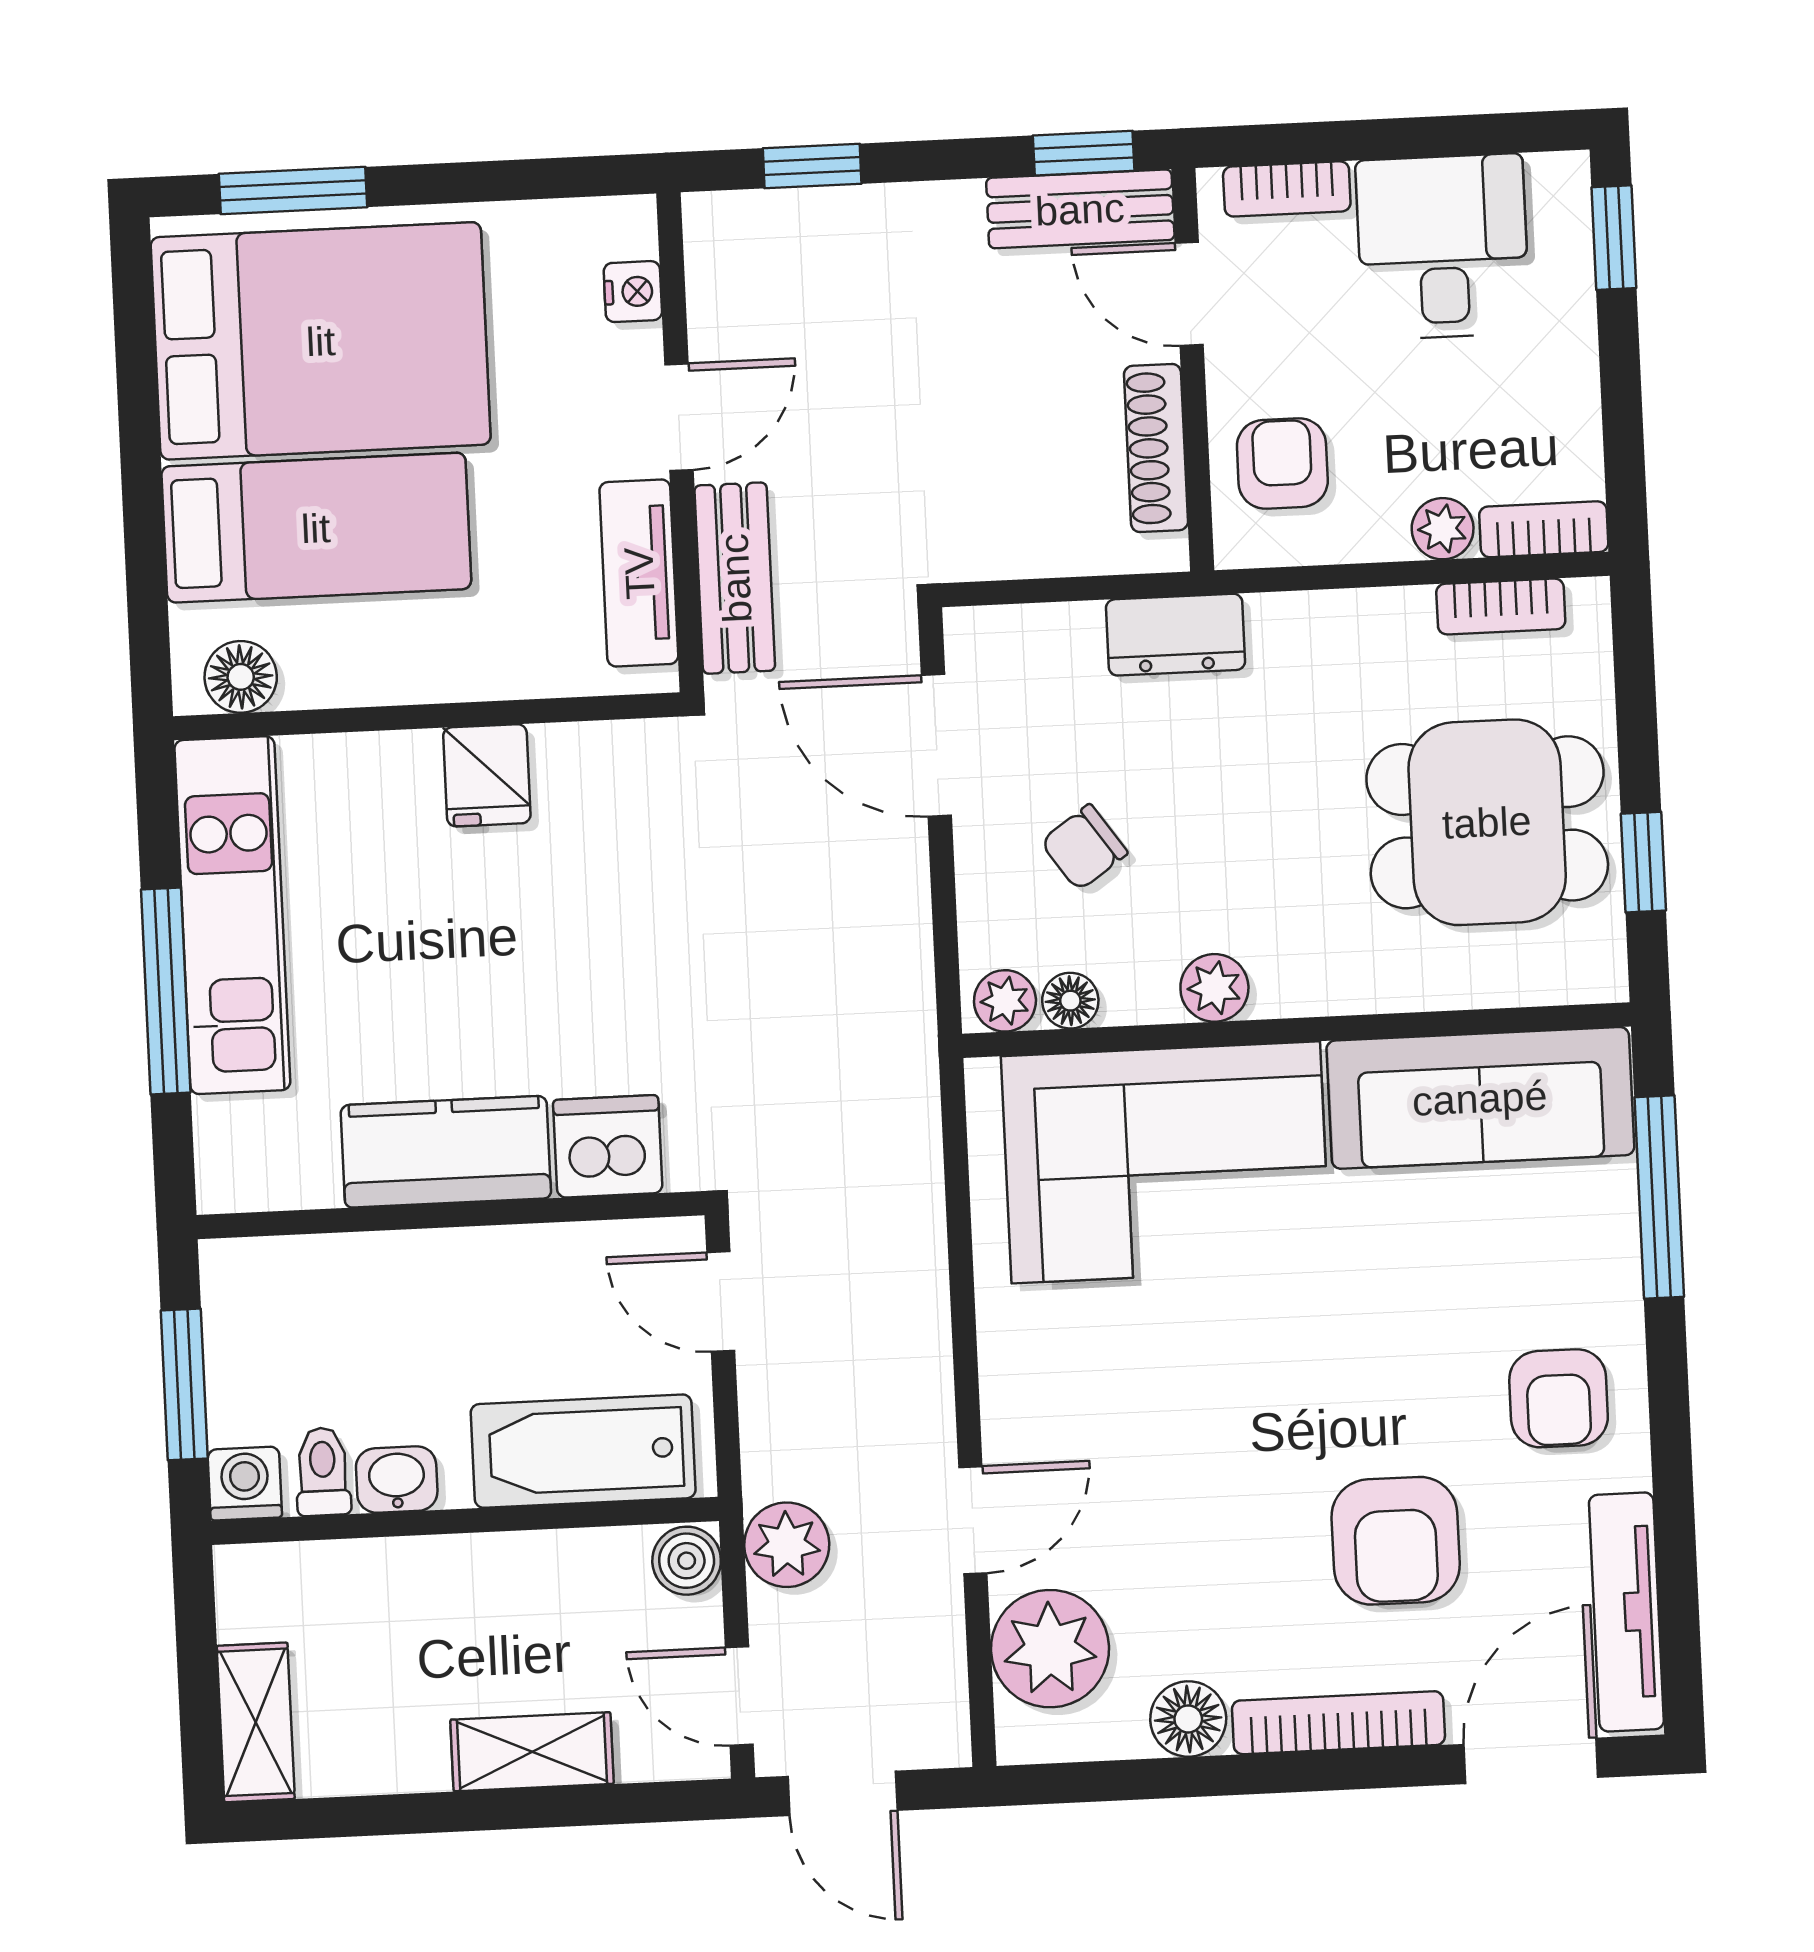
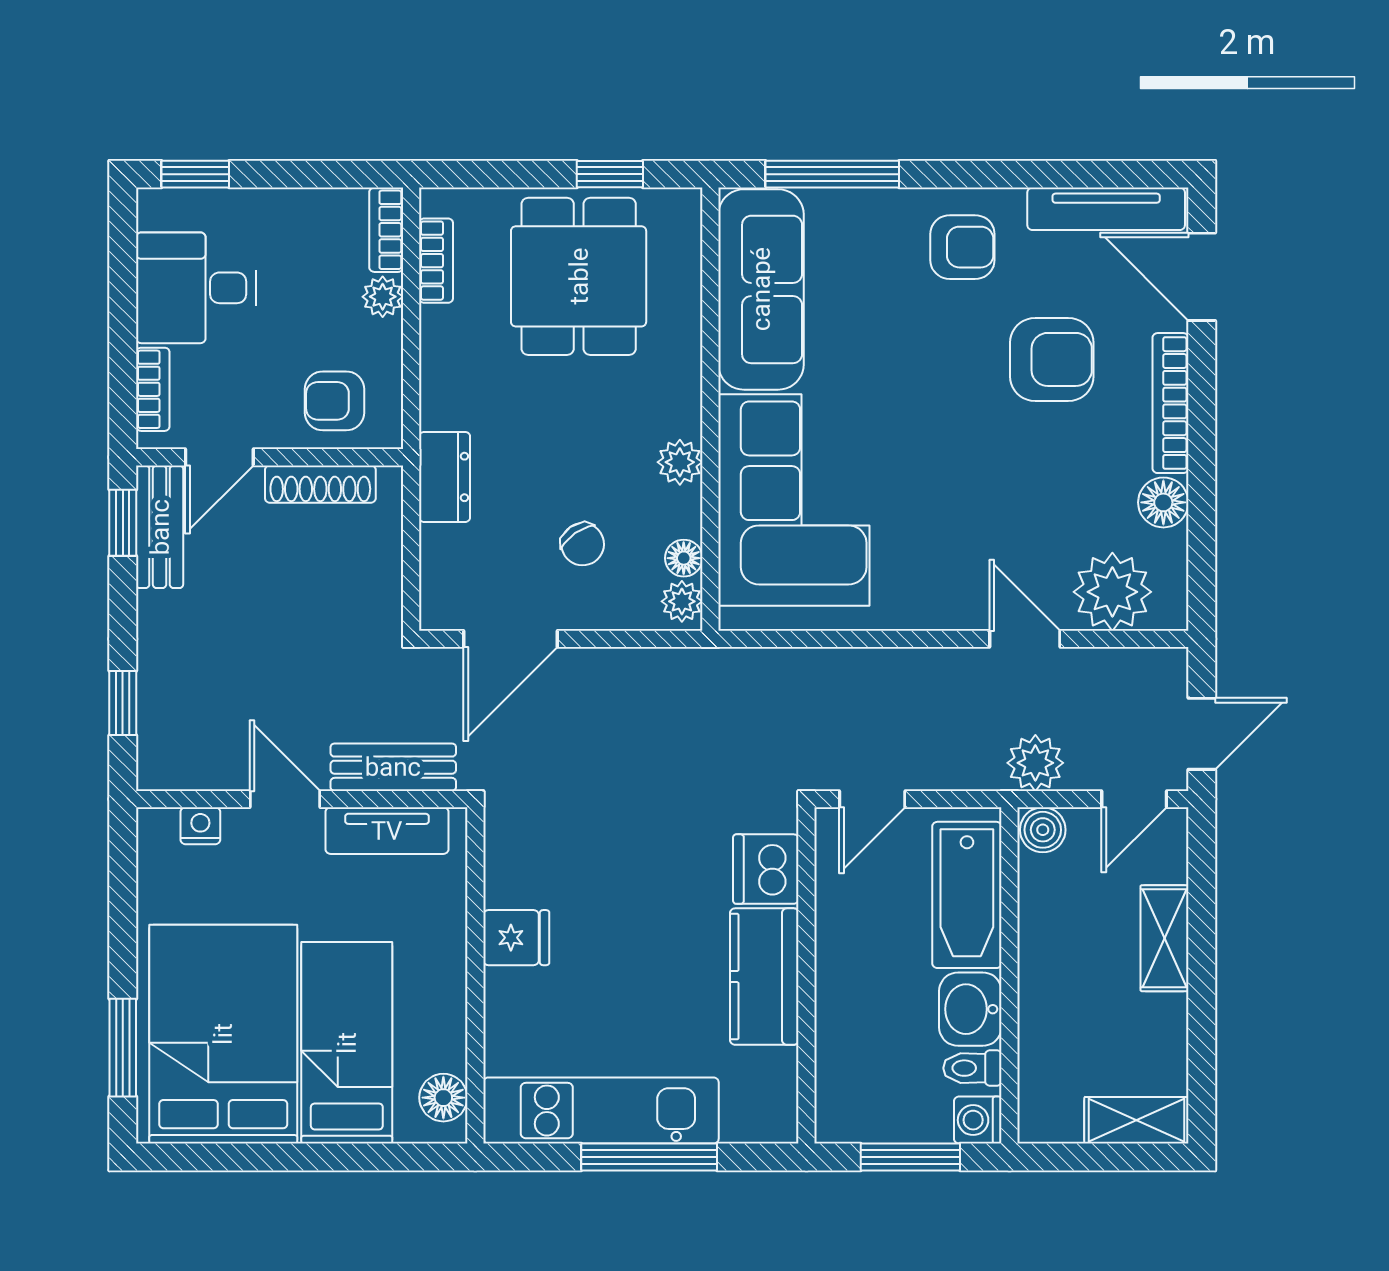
washbasin: (397, 1480) -> (970, 1009), width x1.38, depth x1.45

